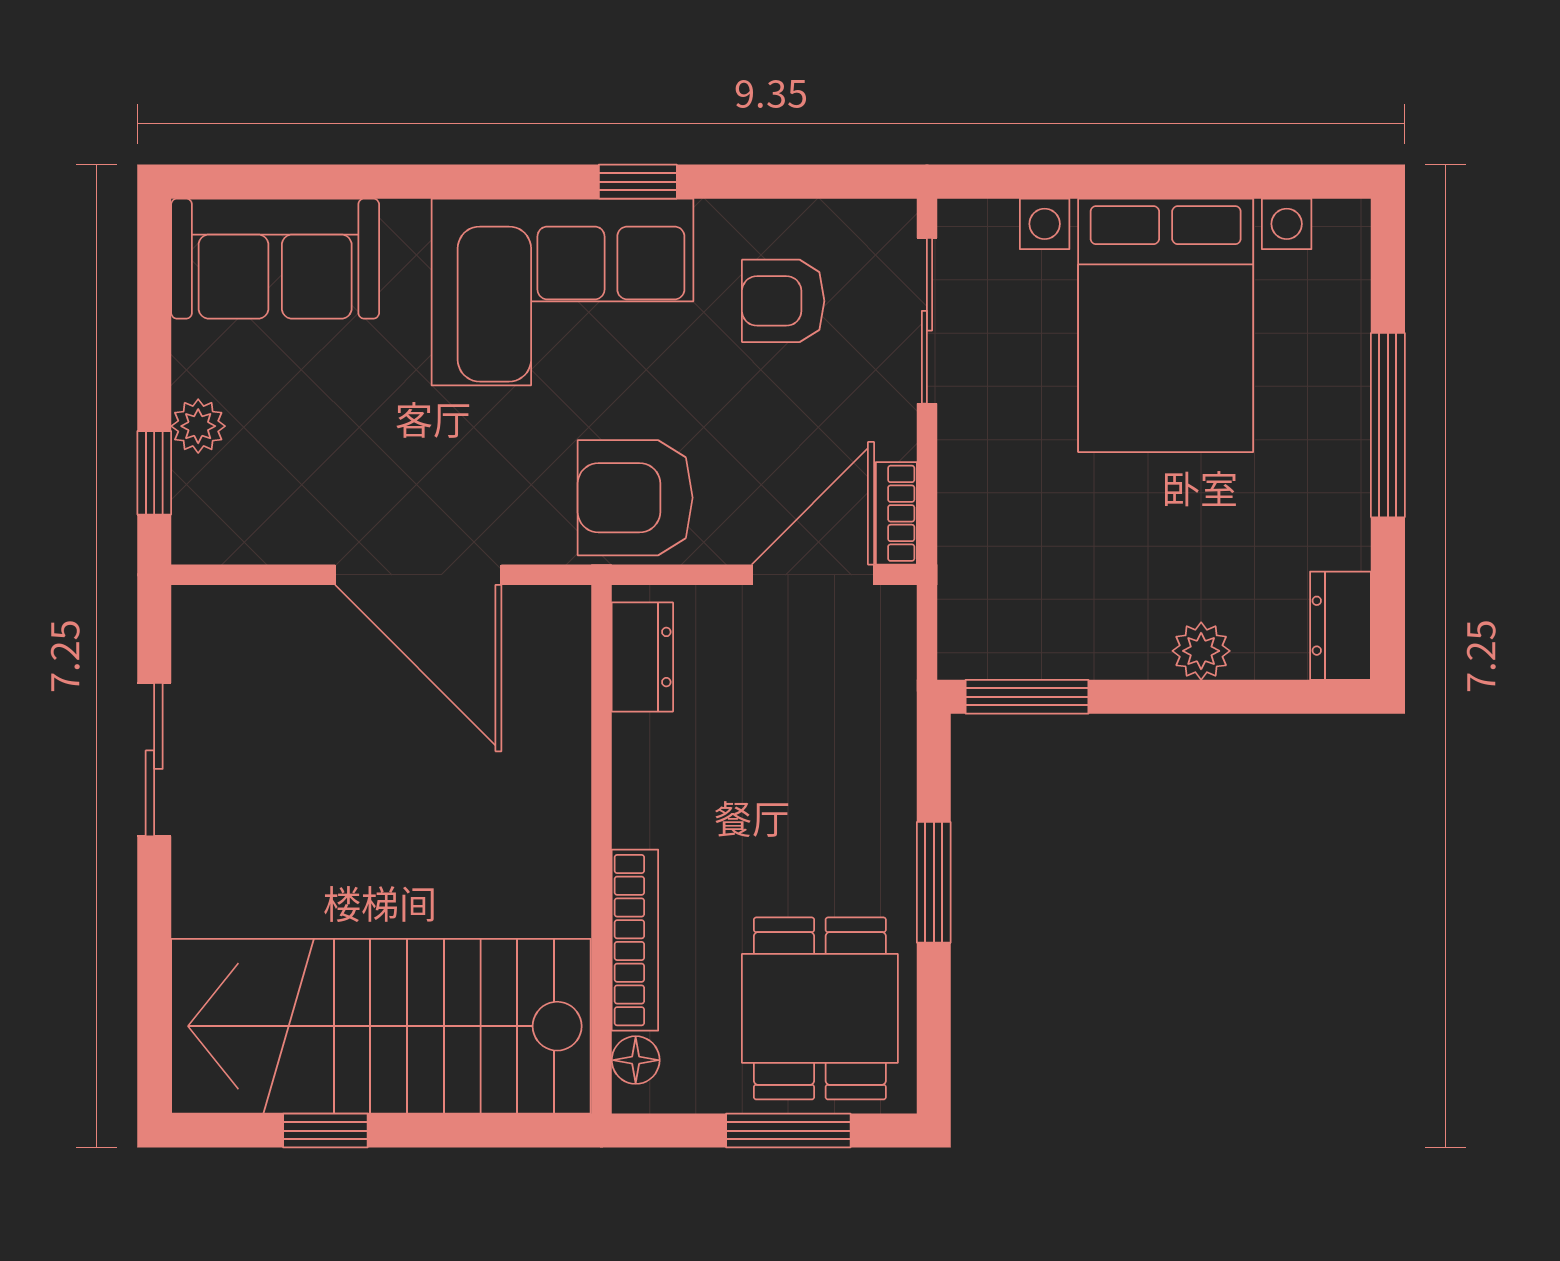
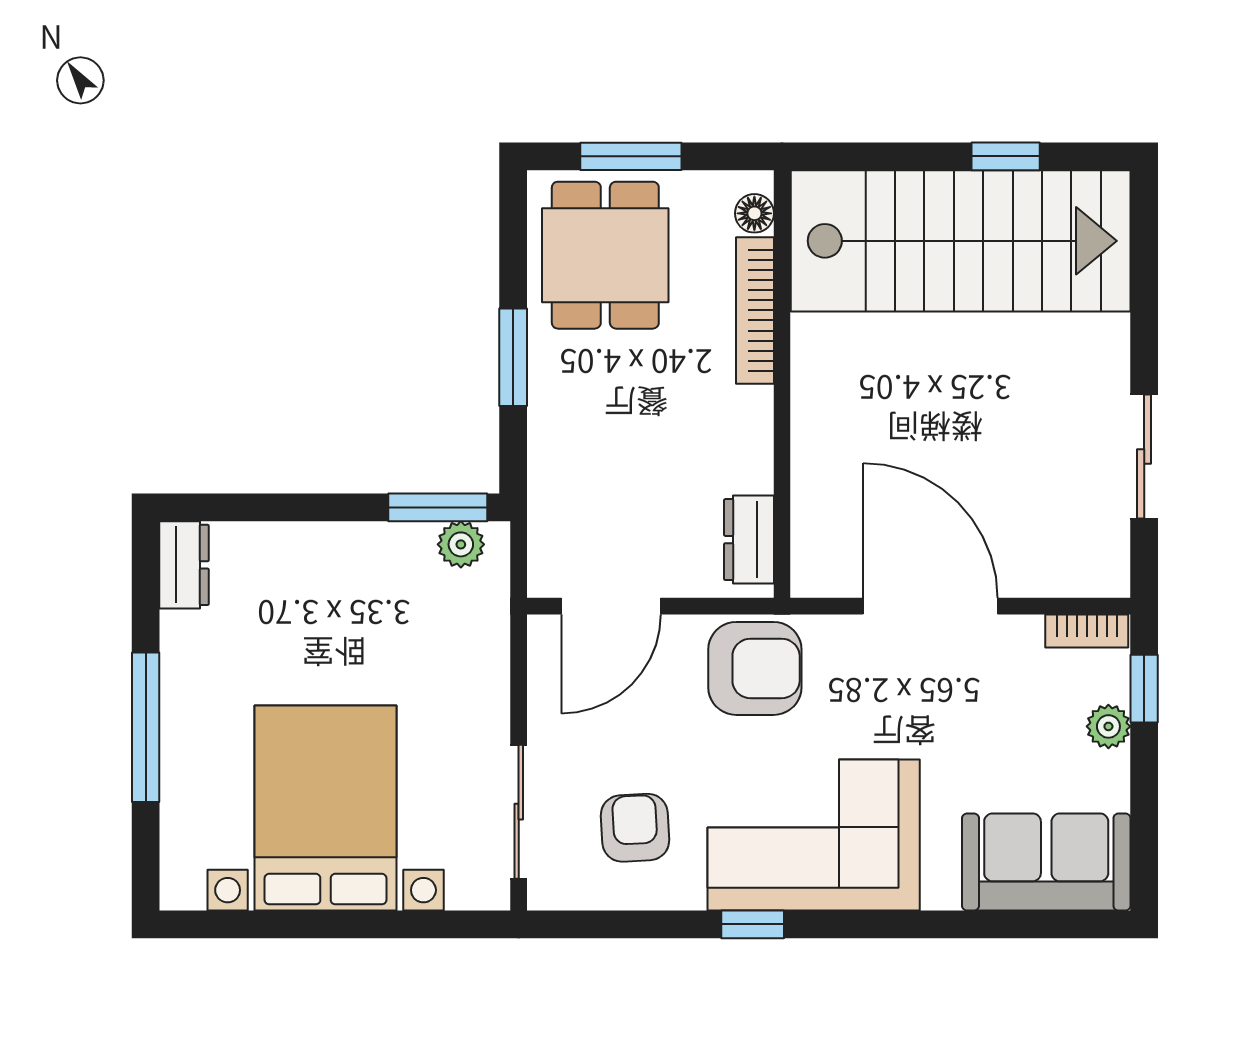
armchair: (783, 301) -> (635, 828), turned -93
bookcase: (896, 513) -> (1087, 631), moved, turned 90
plant: (1201, 651) -> (461, 544), moved

